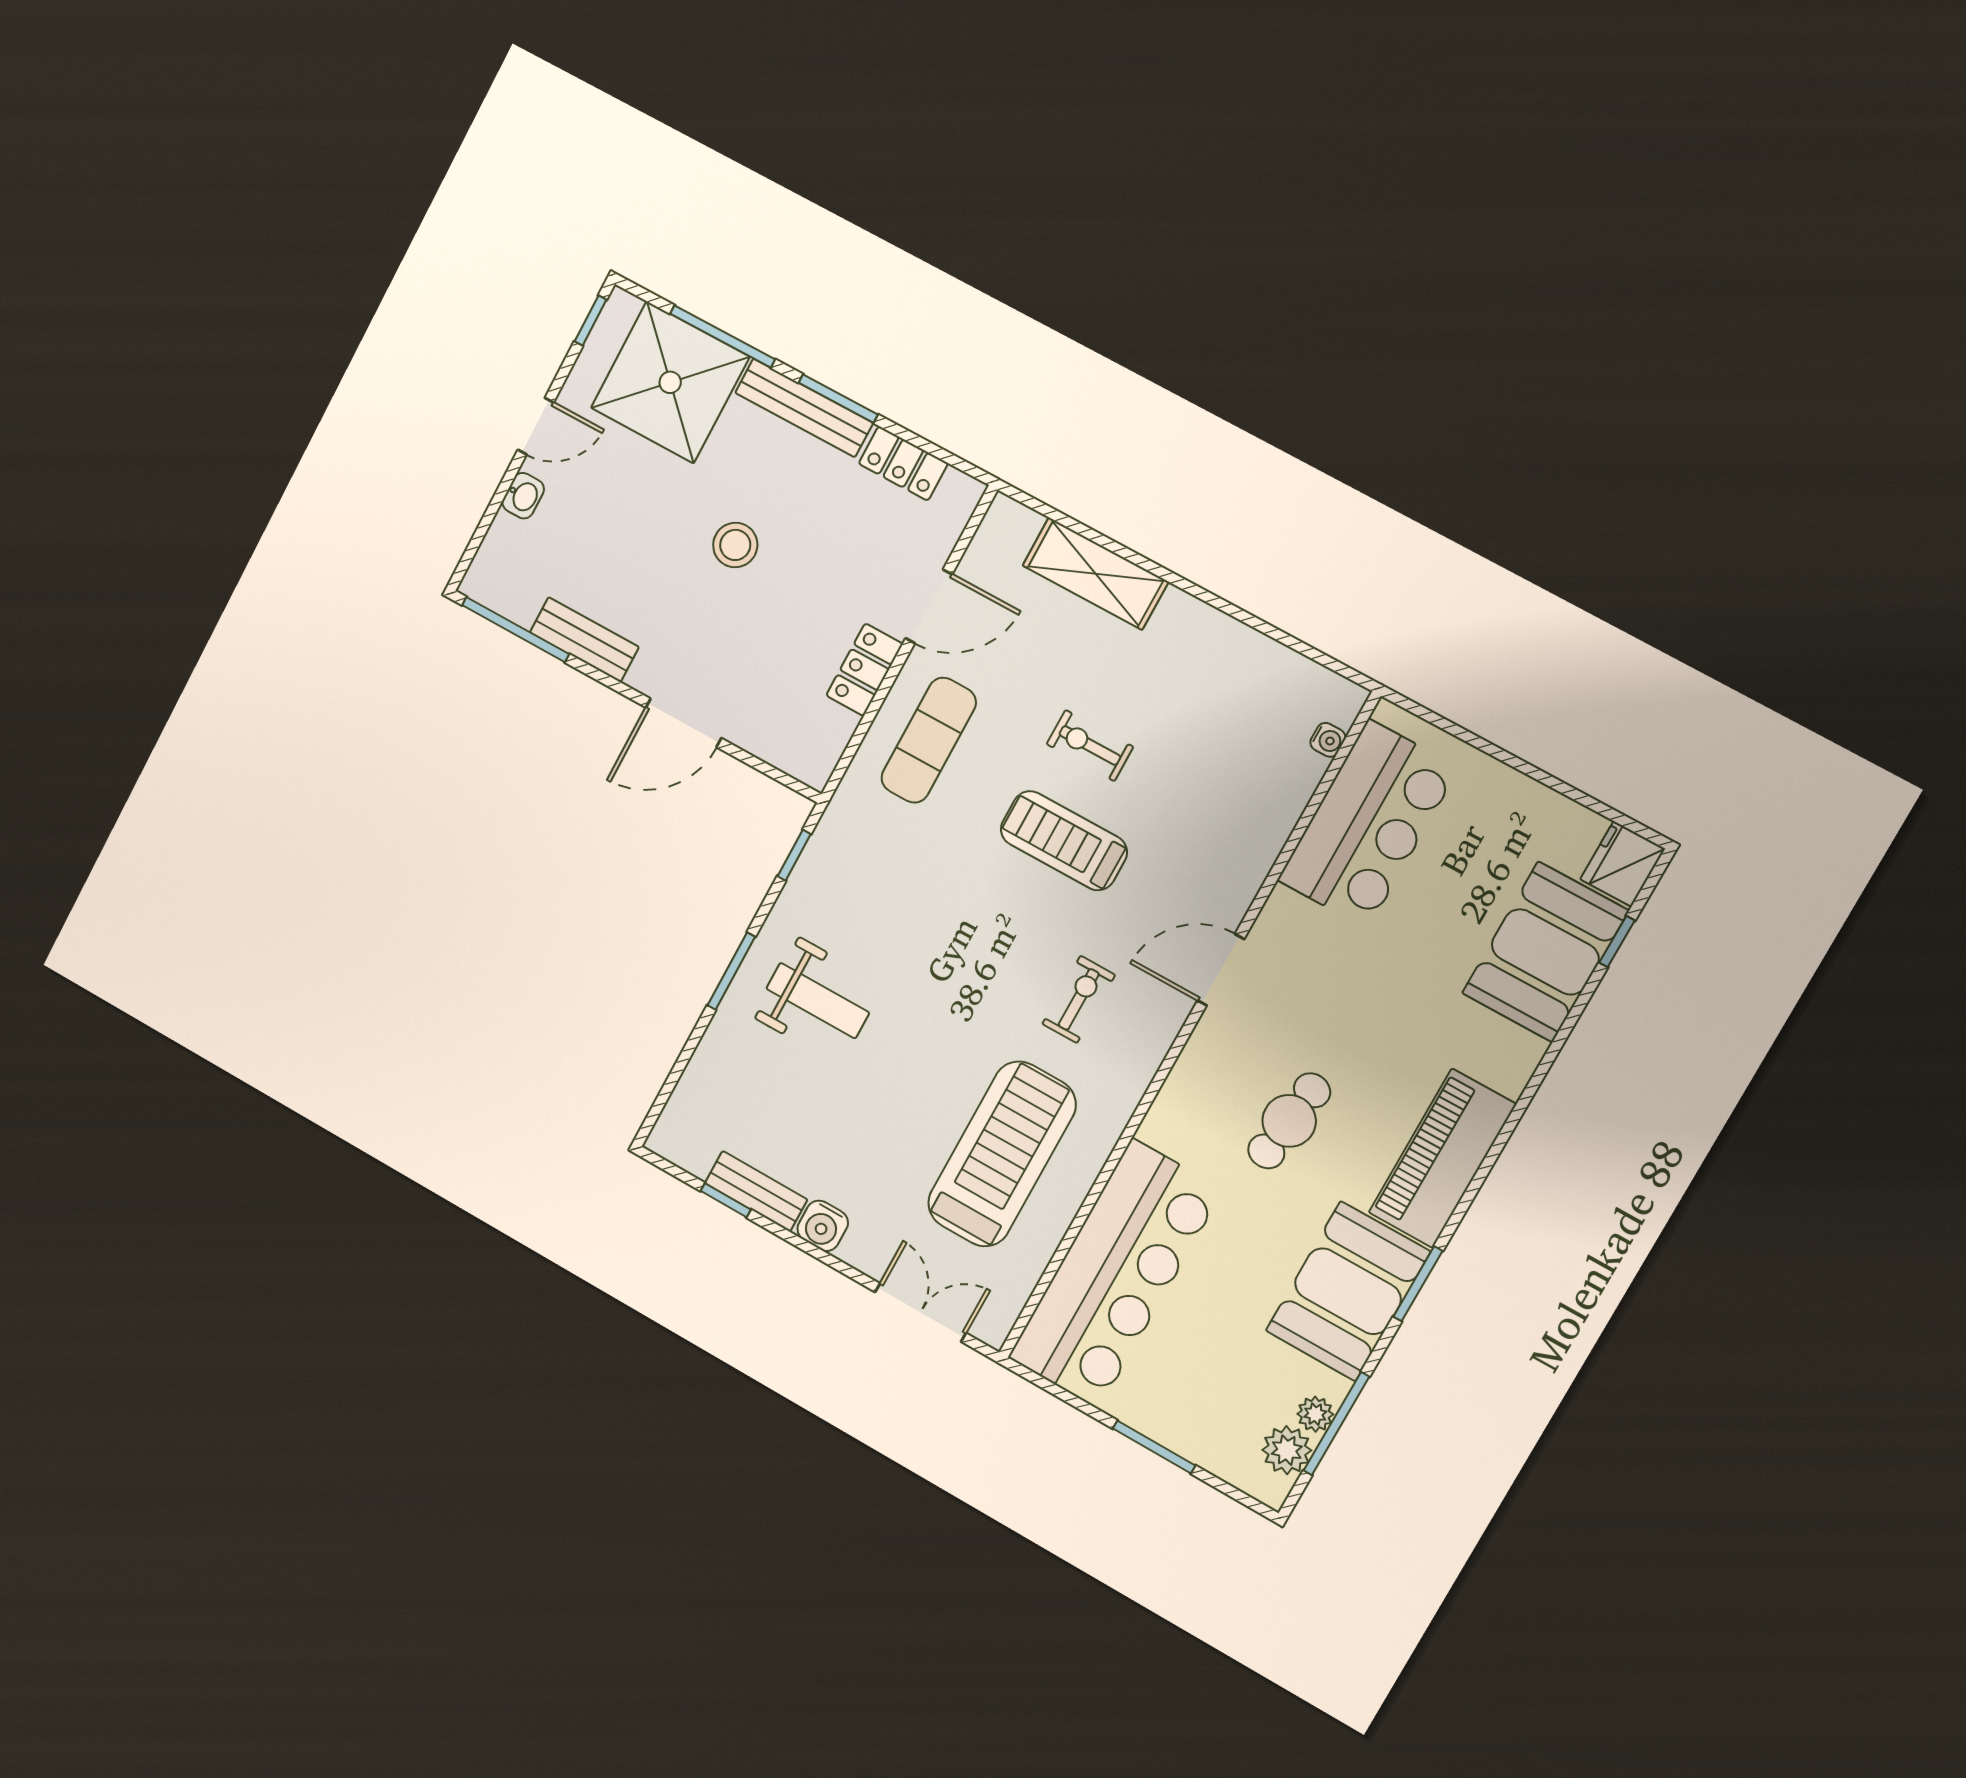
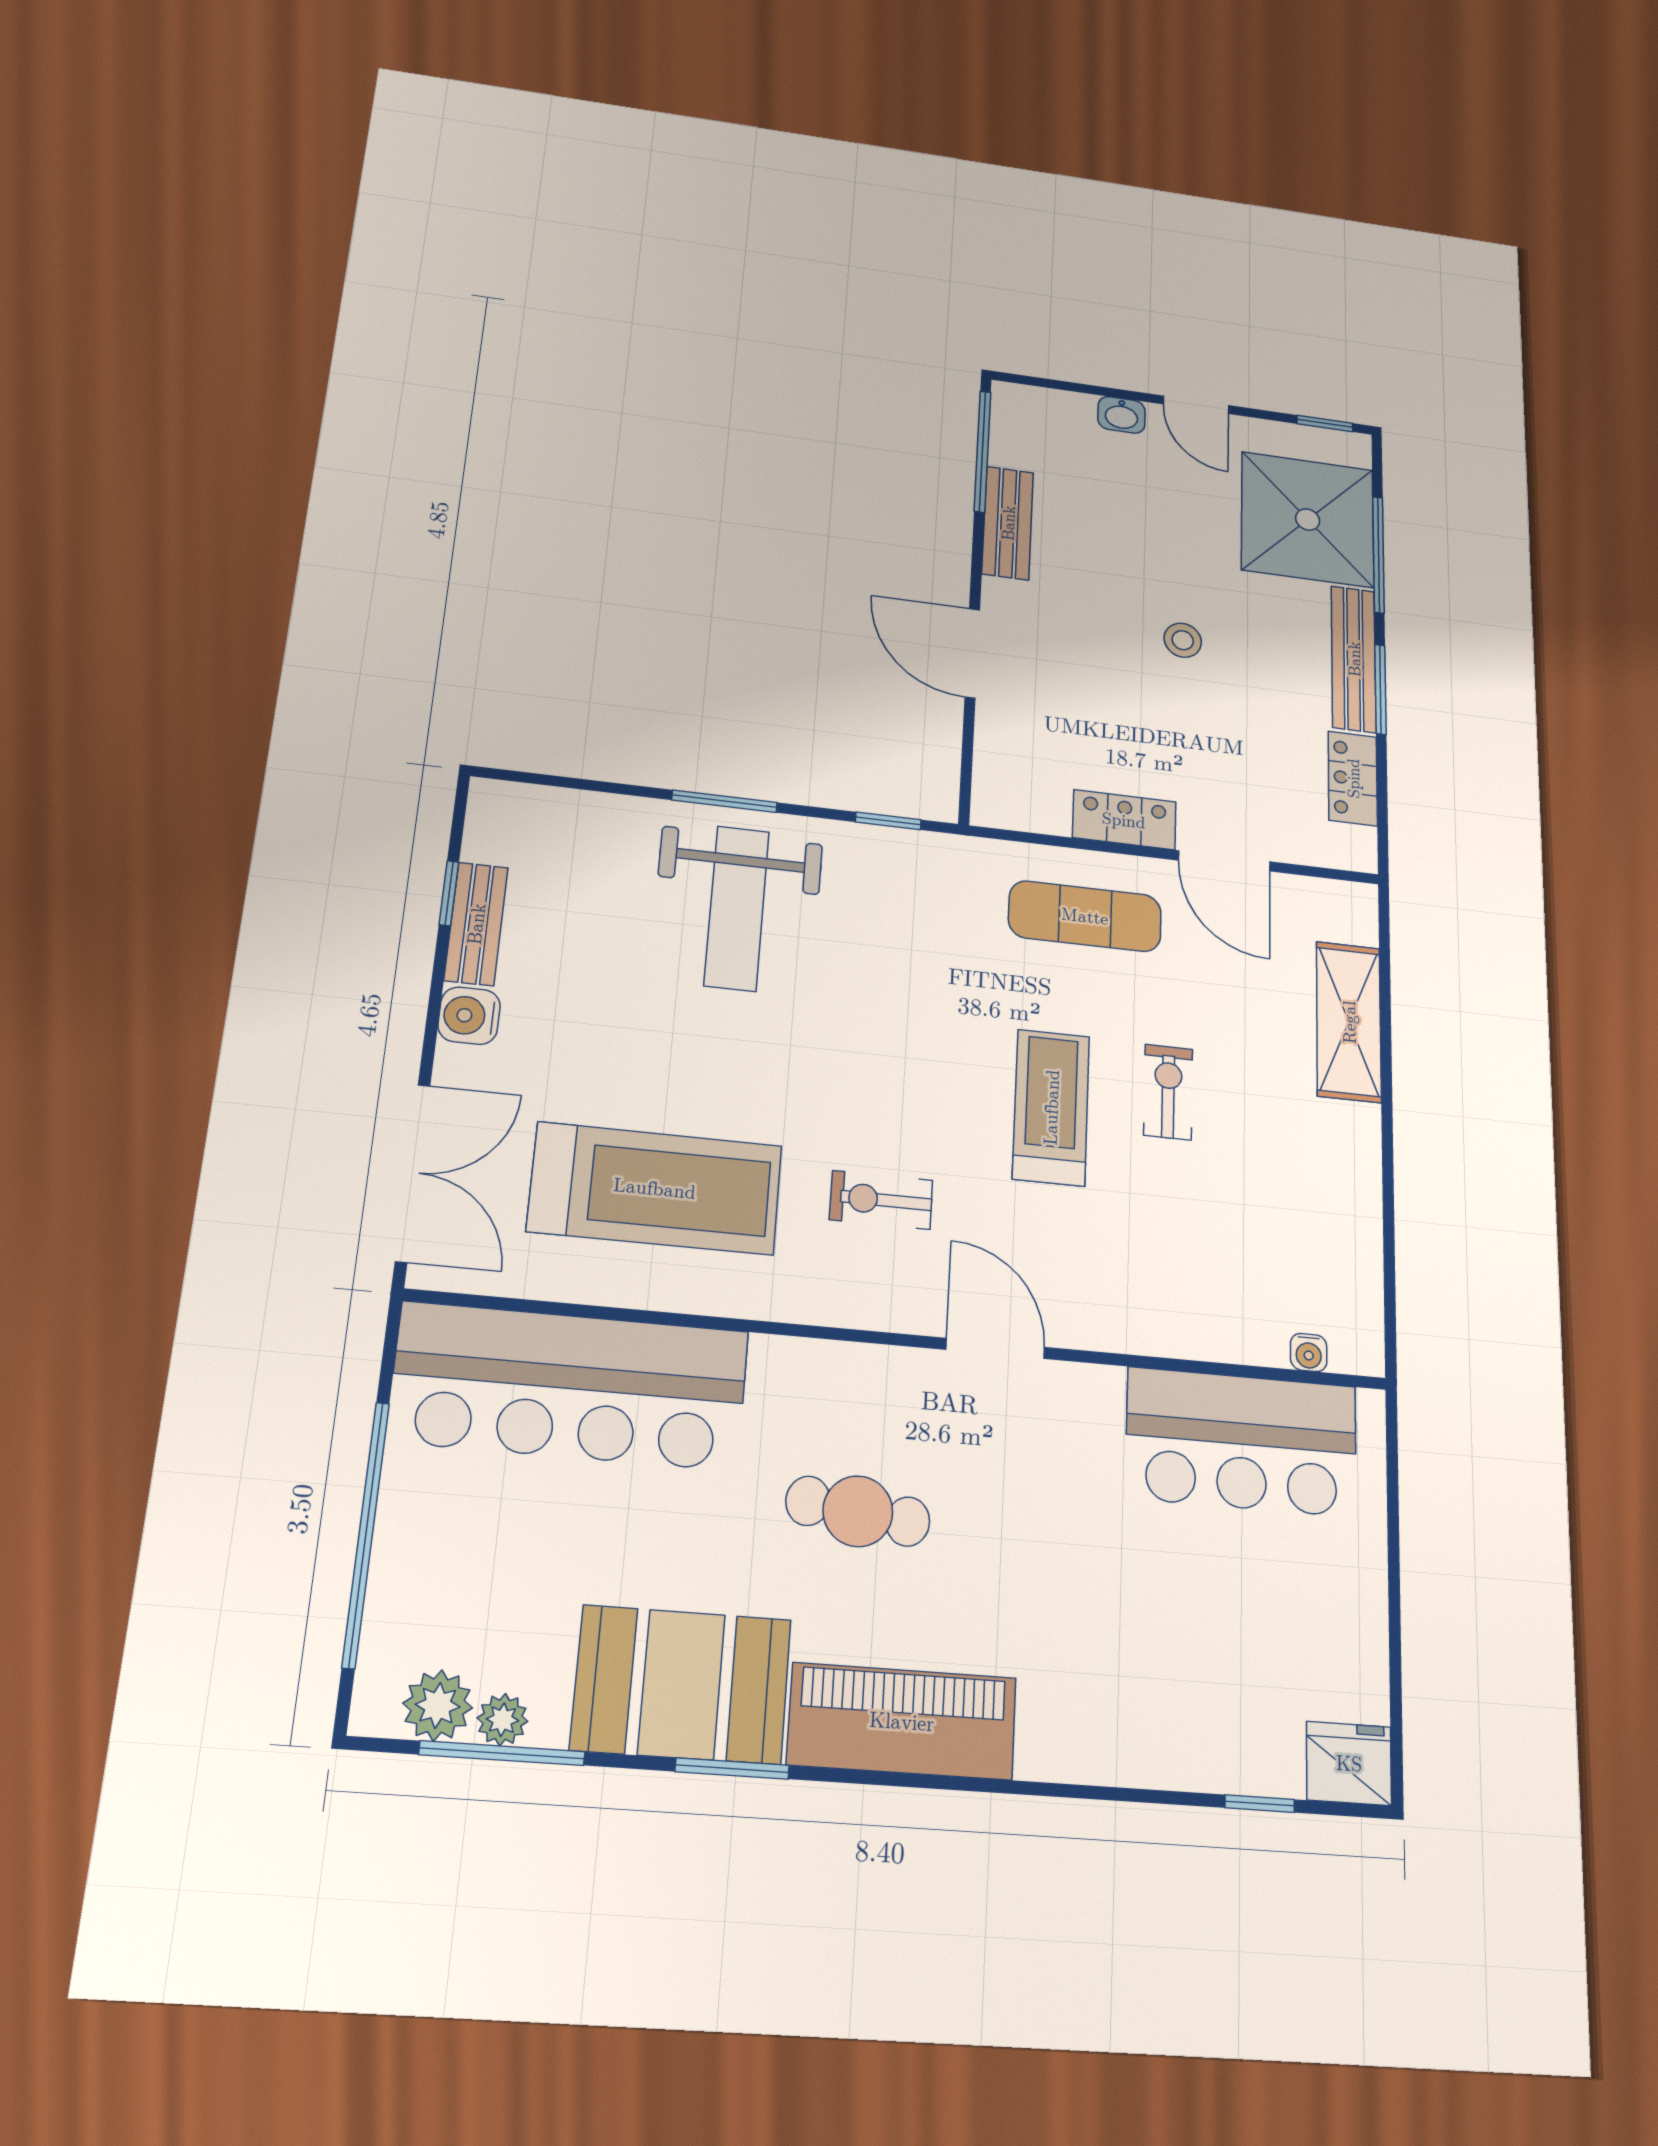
stool: (735, 545) -> (1183, 640), width x0.73, depth x0.73
booth: (1545, 952) -> (1205, 1723), removed
exercise bike: (1079, 999) -> (881, 1200), turned 180
weight bench: (818, 1001) -> (737, 908), width x1.36, depth x1.33
double door: (920, 1312) -> (413, 1173), width x1.37
window: (1154, 1447) -> (366, 1534), width x2.11

